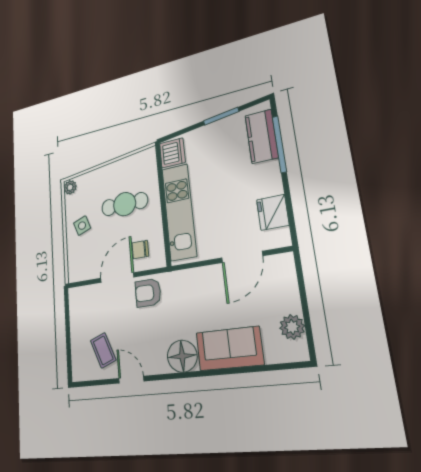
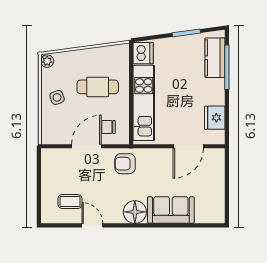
armchair: (148, 293) -> (125, 164), moved
plant: (292, 327) -> (216, 200), removed
coffee table: (103, 350) -> (70, 202), turned -69

